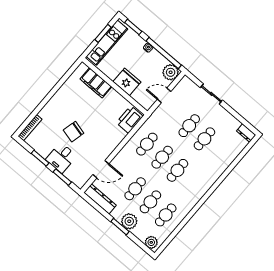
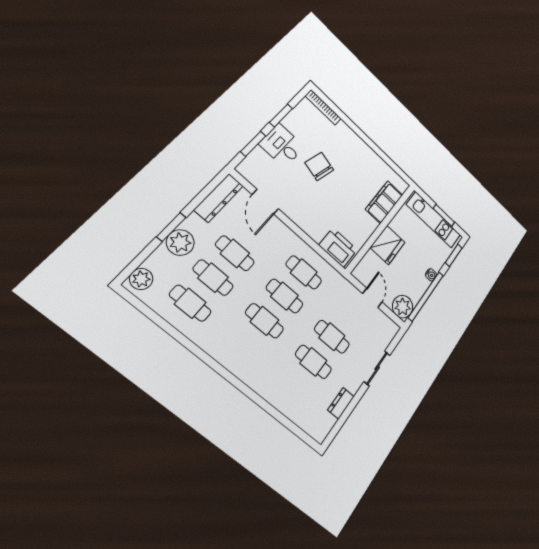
dresser: (246, 133) -> (341, 403), moved

